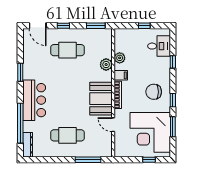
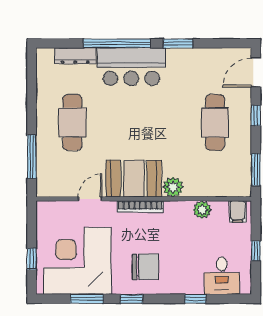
plant: (106, 65) -> (173, 187), moved
filing cabinet: (121, 75) -> (238, 212), moved
chair: (154, 92) -> (145, 267), turned 90
window: (20, 123) -> (117, 43), moved
dresser: (28, 145) -> (75, 56), moved

